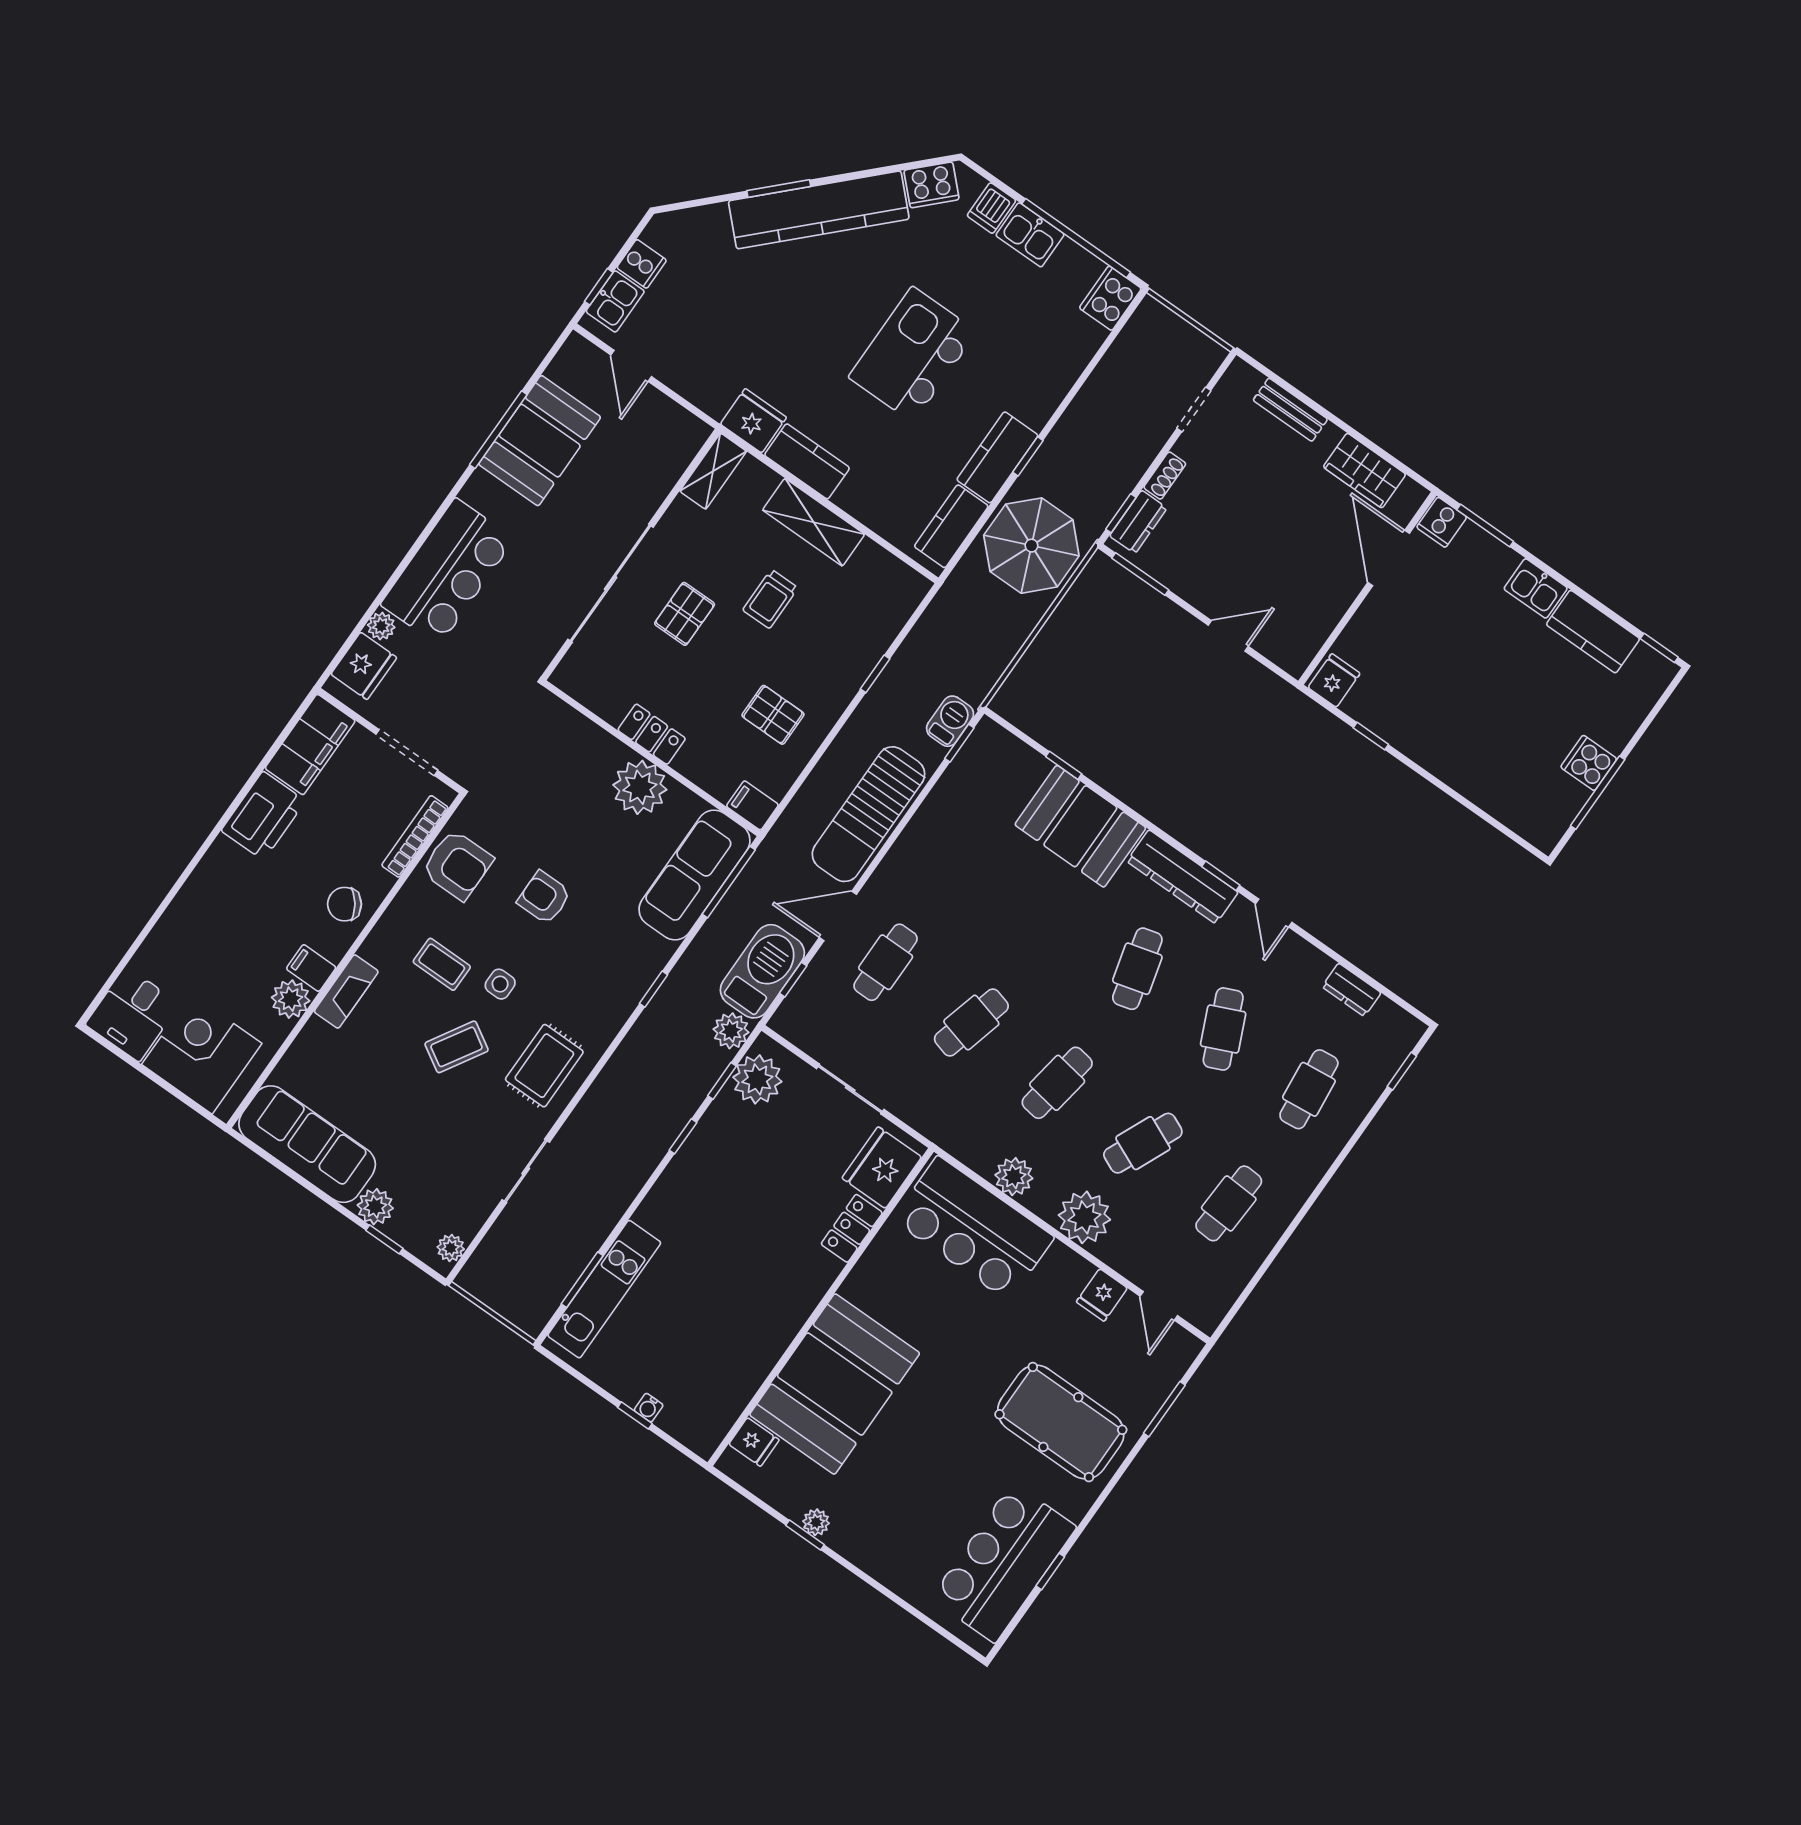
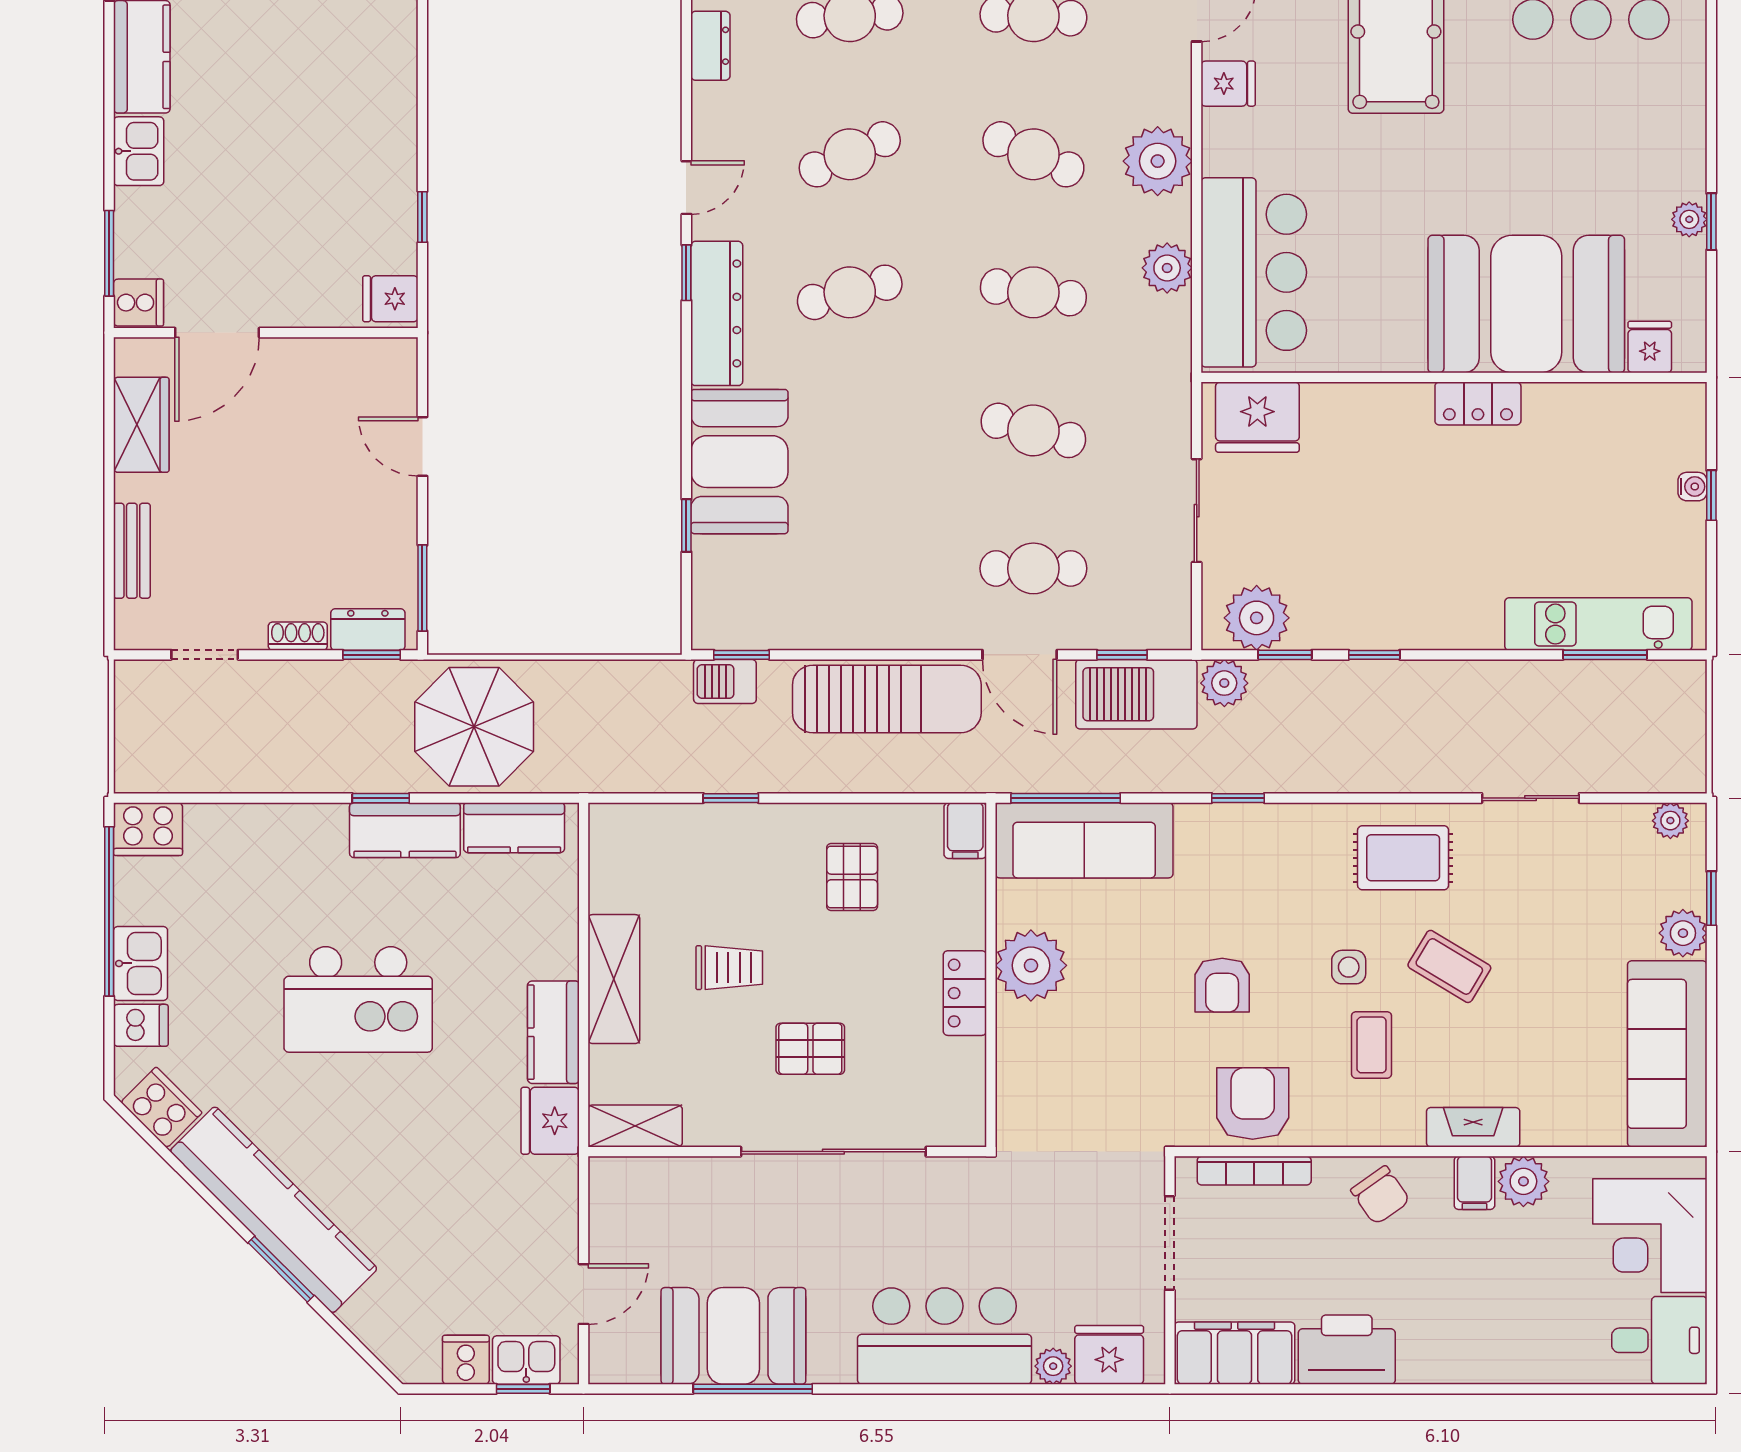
locker: (852, 1228) -> (1478, 404), moved

